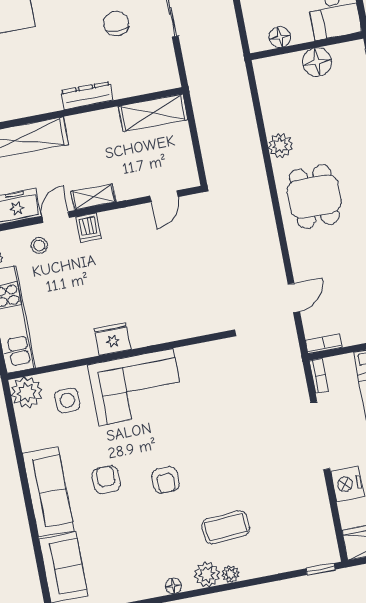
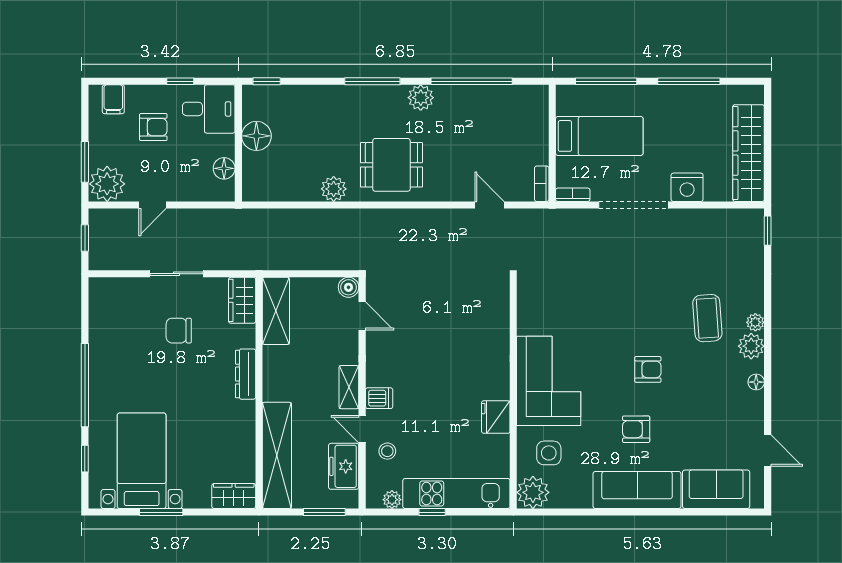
wardrobe: (157, 79) -> (242, 300), added
boiler: (189, 178) -> (349, 287), added
fridge: (112, 339) -> (496, 417), moved

